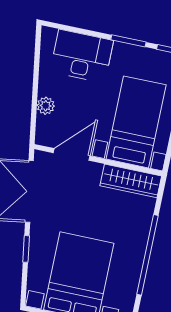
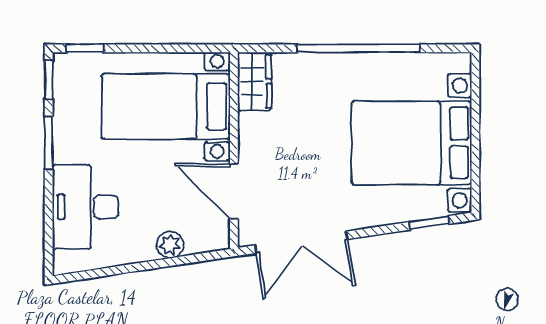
wardrobe: (131, 181) -> (255, 81), width x0.67
window: (26, 249) -> (429, 223), moved

